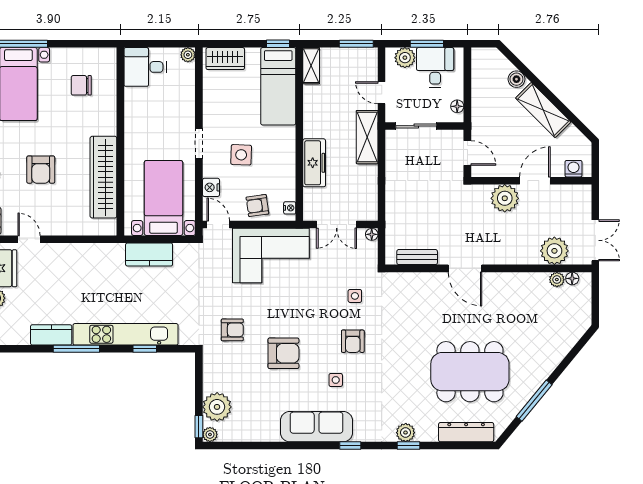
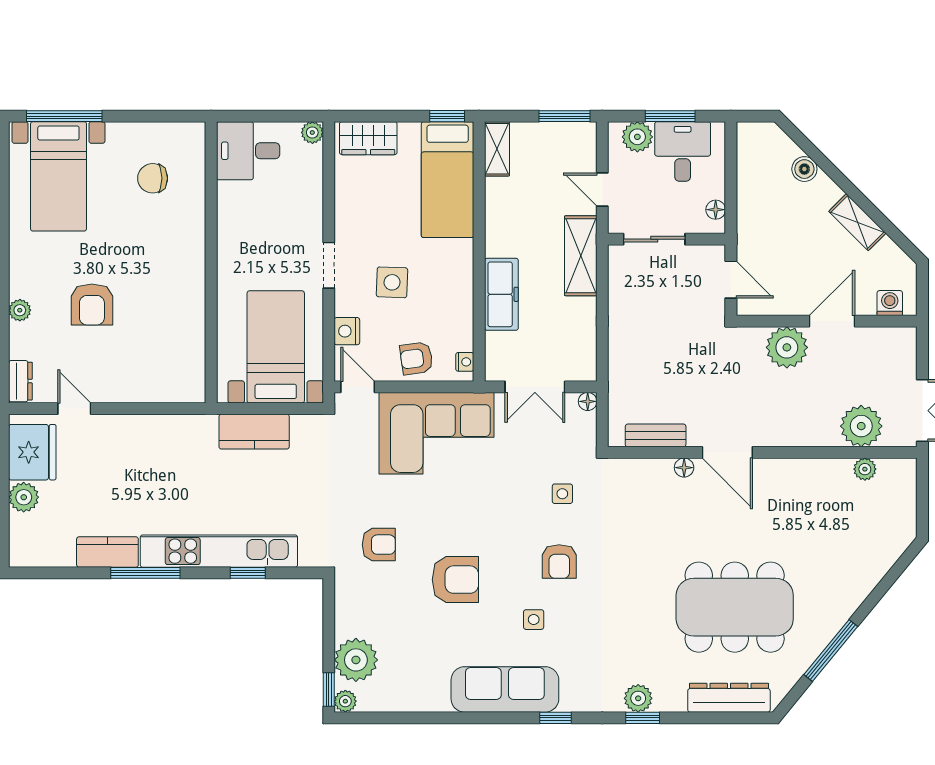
shelving: (543, 110) -> (857, 222), width x0.67, depth x0.75
wardrobe: (103, 177) -> (186, 316), removed
floor lamp: (572, 278) -> (684, 468), moved

